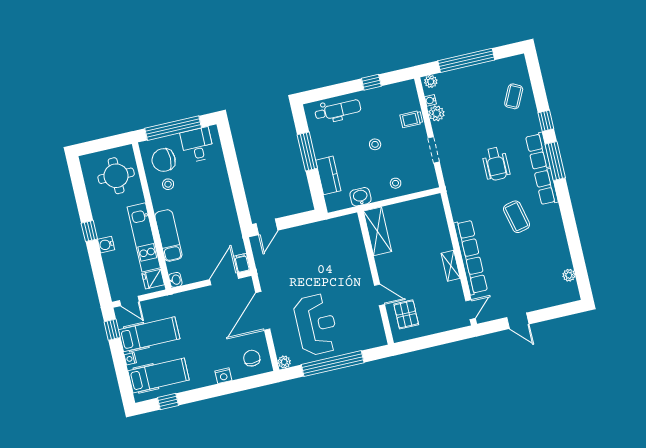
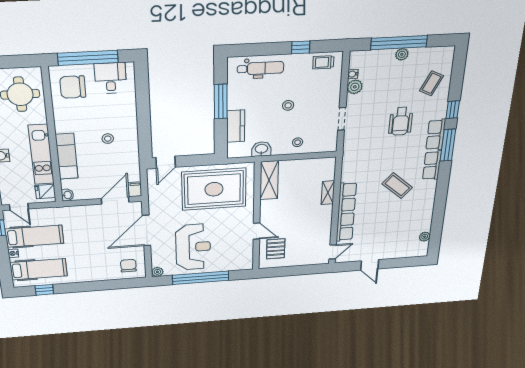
plant: (431, 81) -> (402, 54), moved
trolley: (411, 119) -> (323, 62), moved
wheelchair: (496, 164) -> (401, 121), moved
stool: (168, 184) -> (108, 139), moved
coffee table: (517, 217) -> (397, 186), turned -36
rug: (323, 251) -> (214, 189), added
shelving: (451, 266) -> (328, 193), moved
nightstand: (223, 376) -> (100, 276), removed

